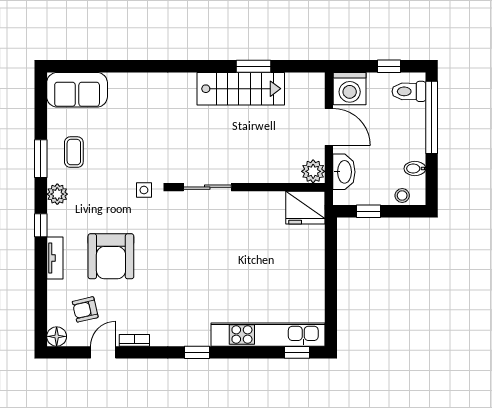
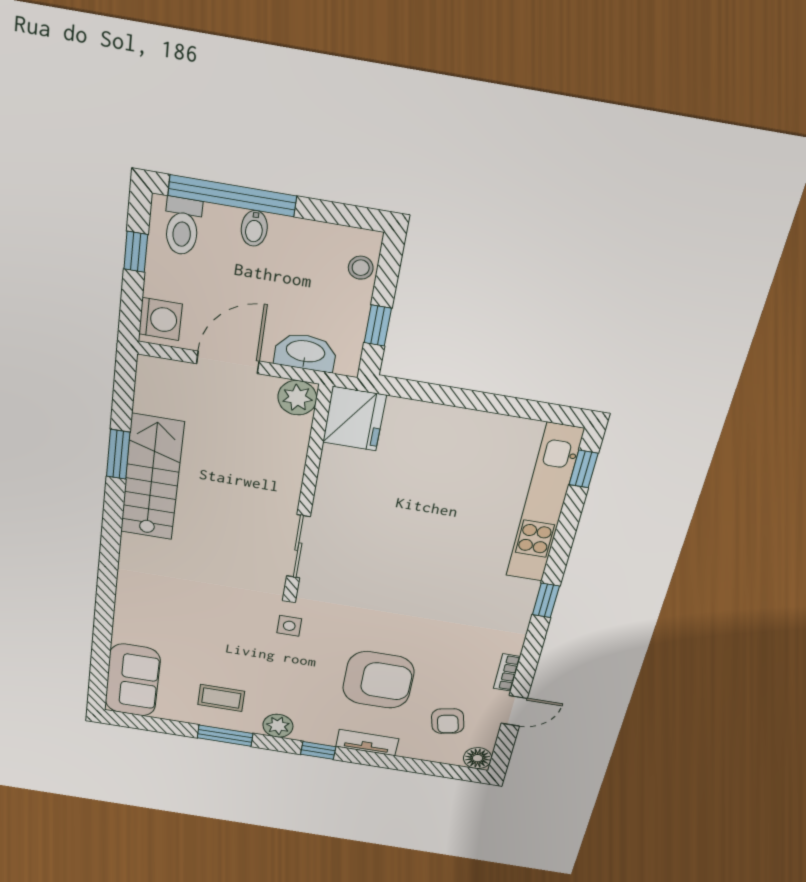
washing machine: (350, 89) -> (160, 319), width x0.73, depth x0.73
bidet: (415, 169) -> (254, 228), moved
door: (103, 352) -> (514, 711), swing flipped

